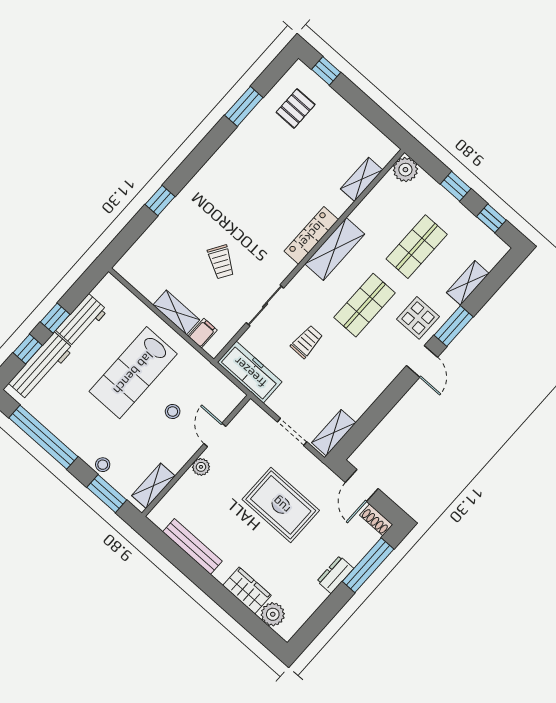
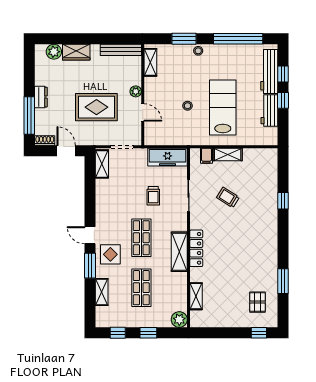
door: (215, 435) -> (143, 112), moved
wall: (196, 456) -> (143, 95), moved
plant: (201, 467) -> (136, 91), moved
shelving: (153, 486) -> (150, 62), moved

